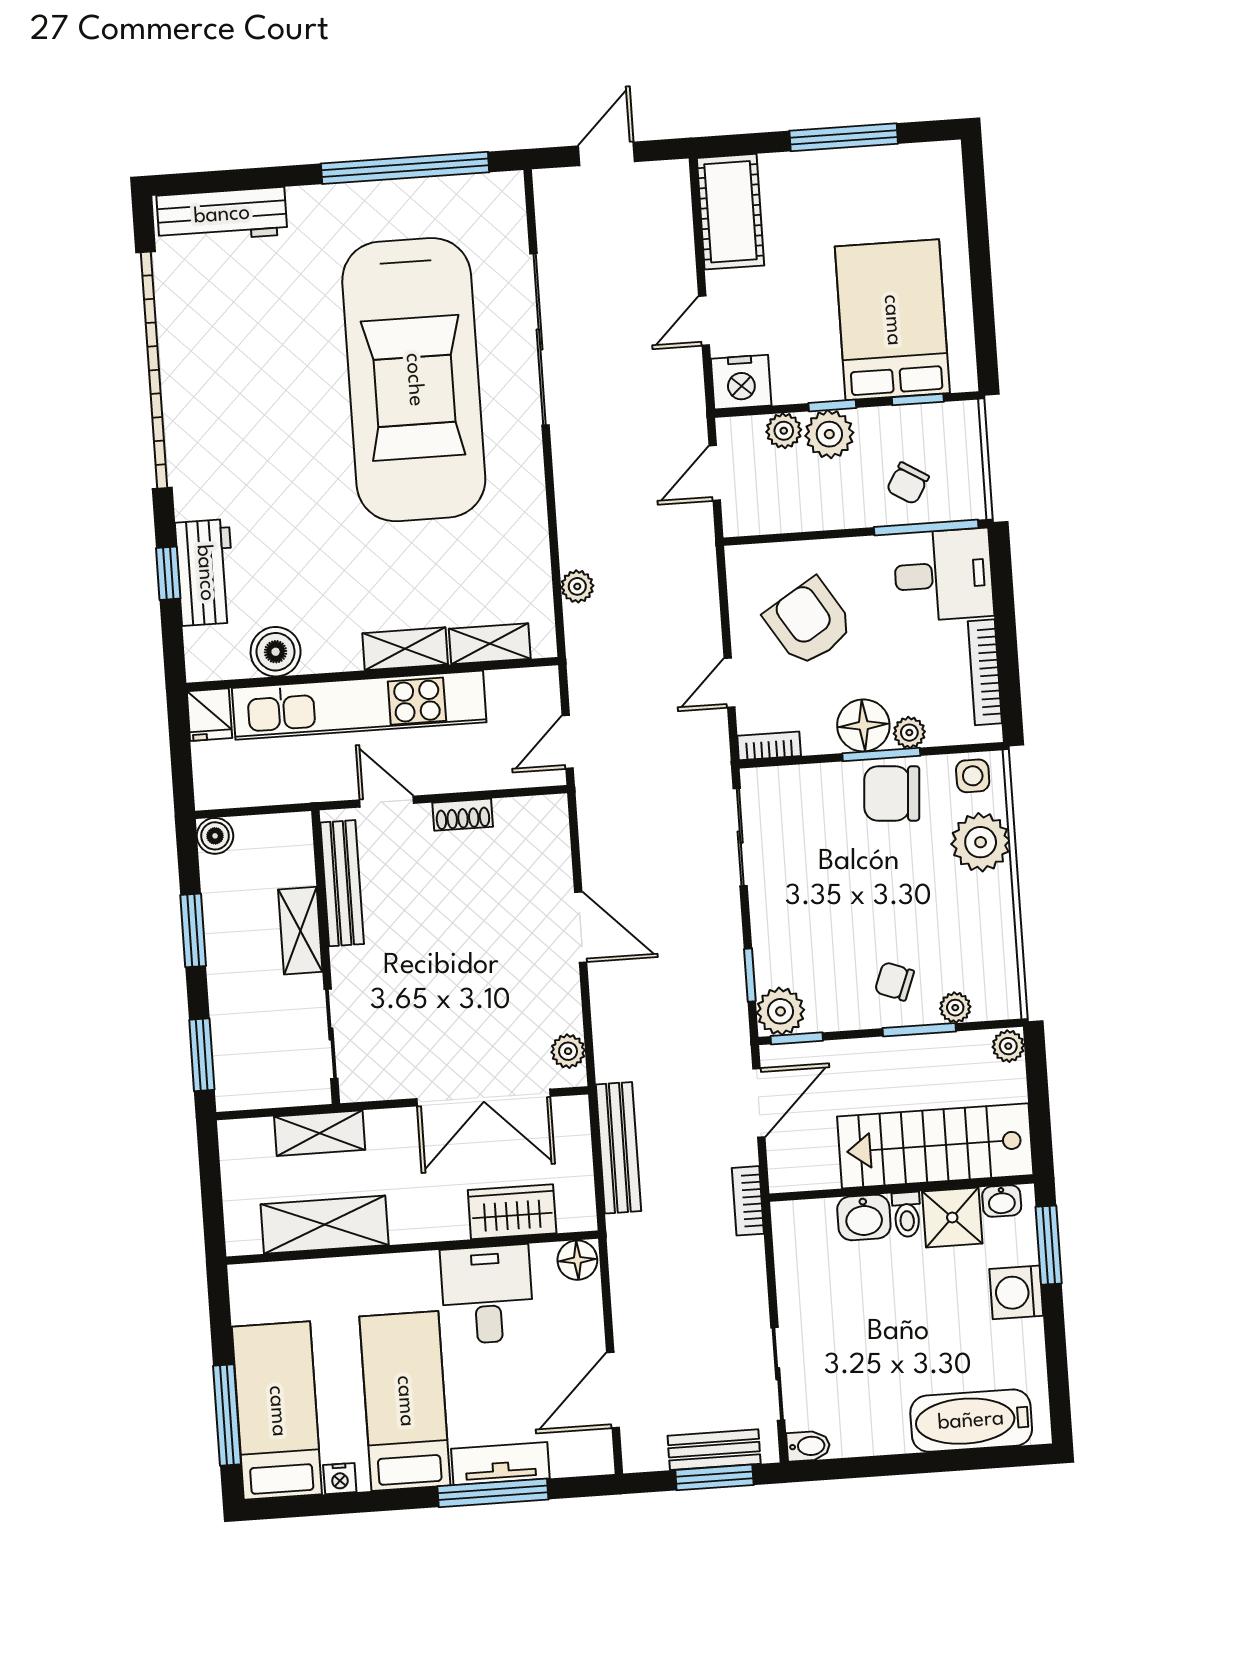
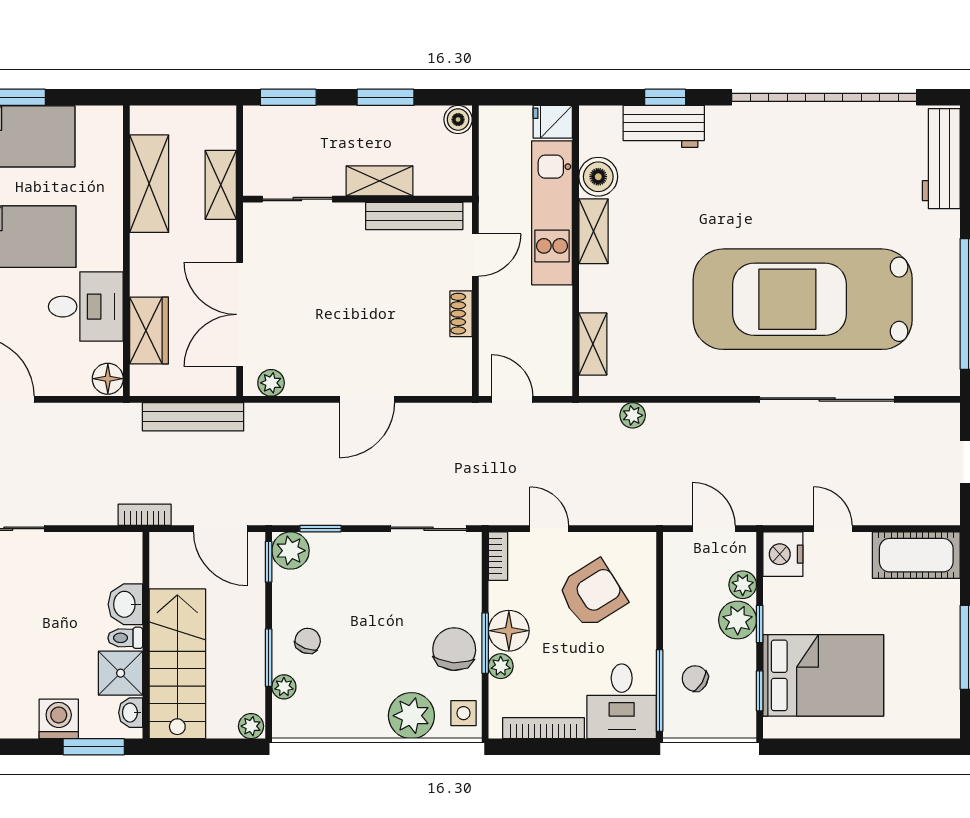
shelving: (405, 649) -> (593, 231), moved
kitchen unit: (359, 705) -> (552, 213), width x0.73

